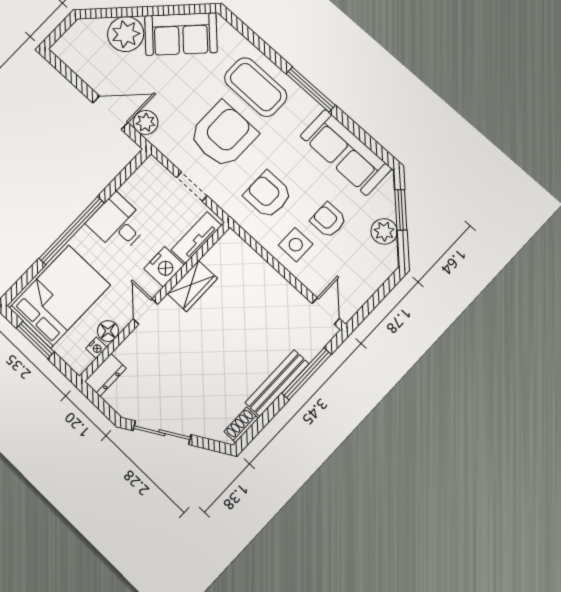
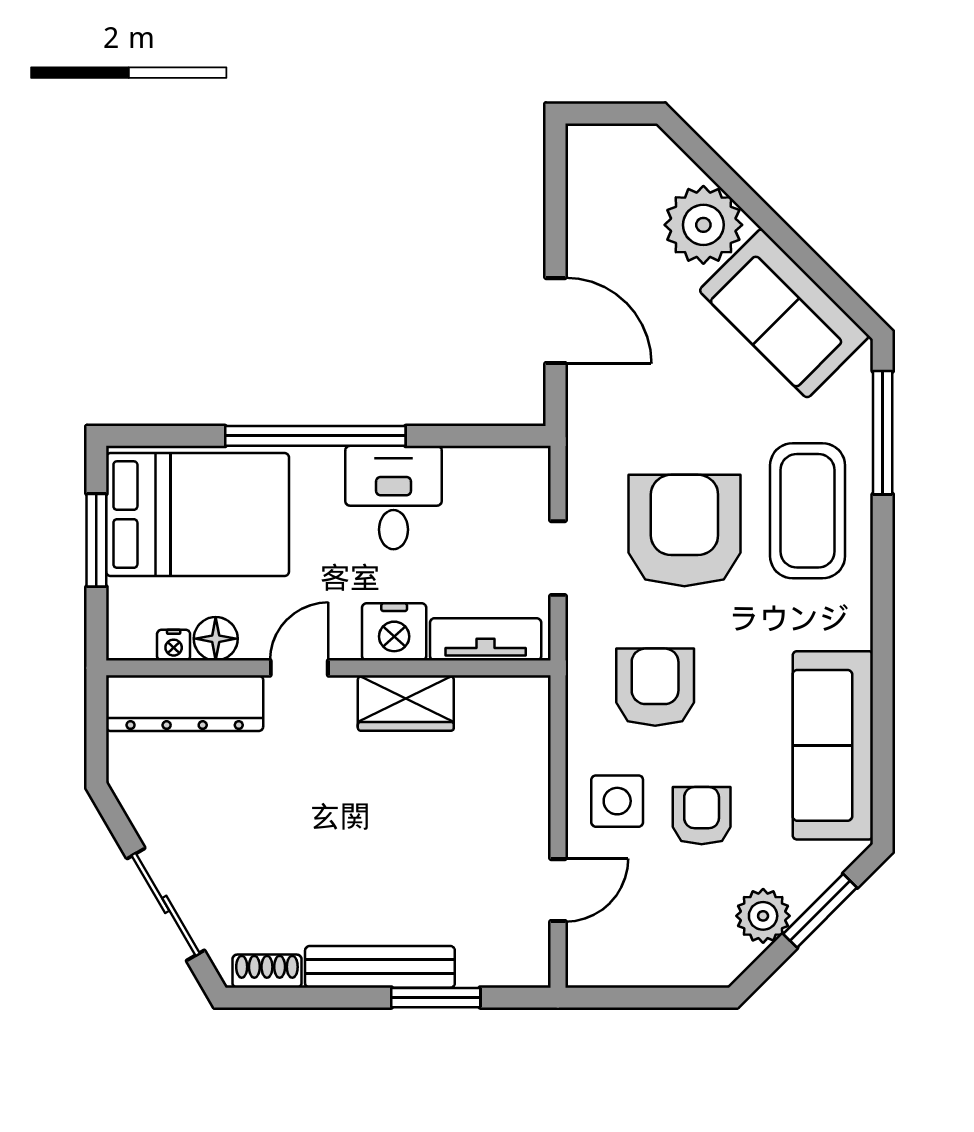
window: (311, 89) -> (883, 433), moved
plant: (146, 122) -> (592, 391), removed
armchair: (223, 135) -> (684, 531), turned -90
door: (326, 311) -> (558, 890), moved
window: (306, 374) -> (436, 998), width x0.69
dresser: (105, 375) -> (185, 703), width x1.96, depth x1.24
sliding door: (162, 433) -> (166, 904), moved

